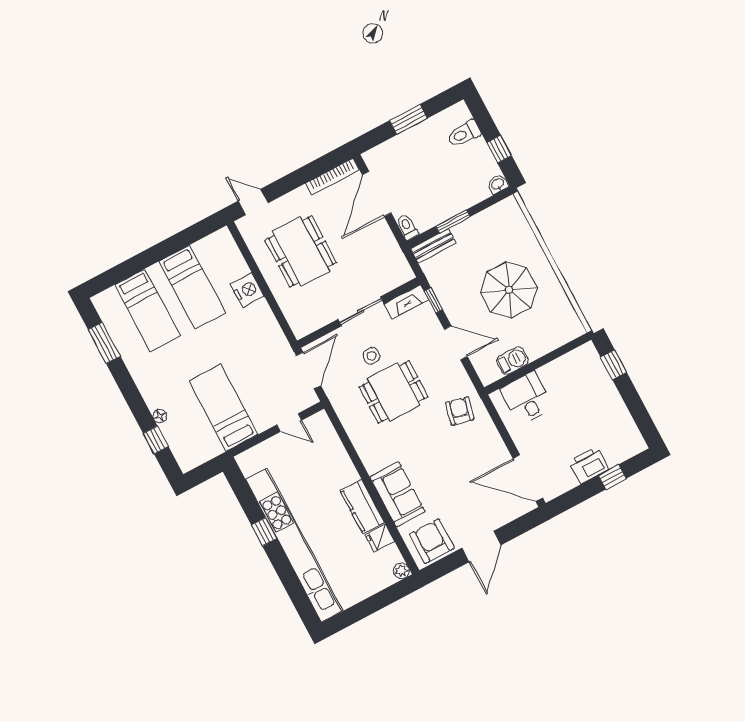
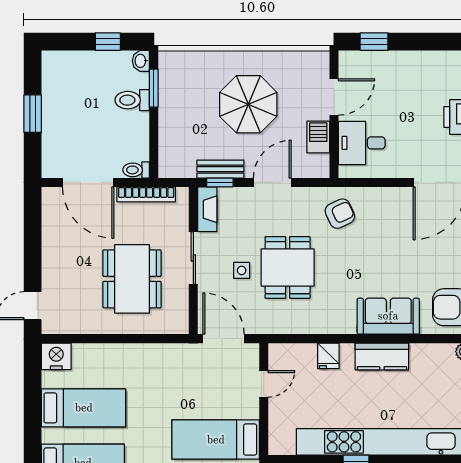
toilet: (464, 134) -> (132, 100), moved, turned 90
bookcase: (333, 177) -> (146, 194), moved, turned 90
window: (453, 221) -> (154, 88), moved
bench: (433, 246) -> (220, 169), moved, turned 90
dining table: (301, 251) -> (132, 279), moved, turned 90
nightstand: (247, 290) -> (56, 356), moved
door: (552, 356) -> (334, 97), added
armchair: (460, 411) -> (340, 214), turned 142
fridge: (380, 538) -> (328, 356), moved

